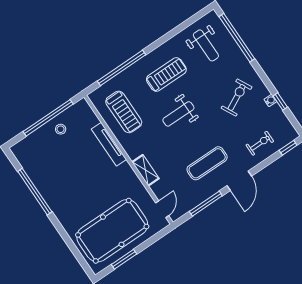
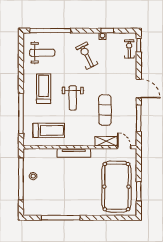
exercise bike: (260, 143) -> (129, 49), moved
tv unit: (109, 144) -> (74, 153), moved
exercise mat: (207, 163) -> (105, 110), moved
shelving: (145, 170) -> (106, 141), moved

